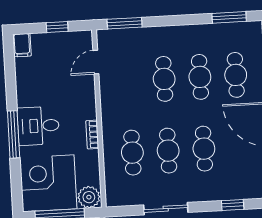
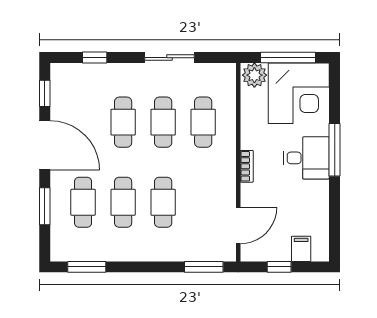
filing cabinet: (22, 45) -> (301, 249), moved
door: (96, 62) -> (238, 225), width x1.37
bookcase: (92, 135) -> (247, 166), moved

